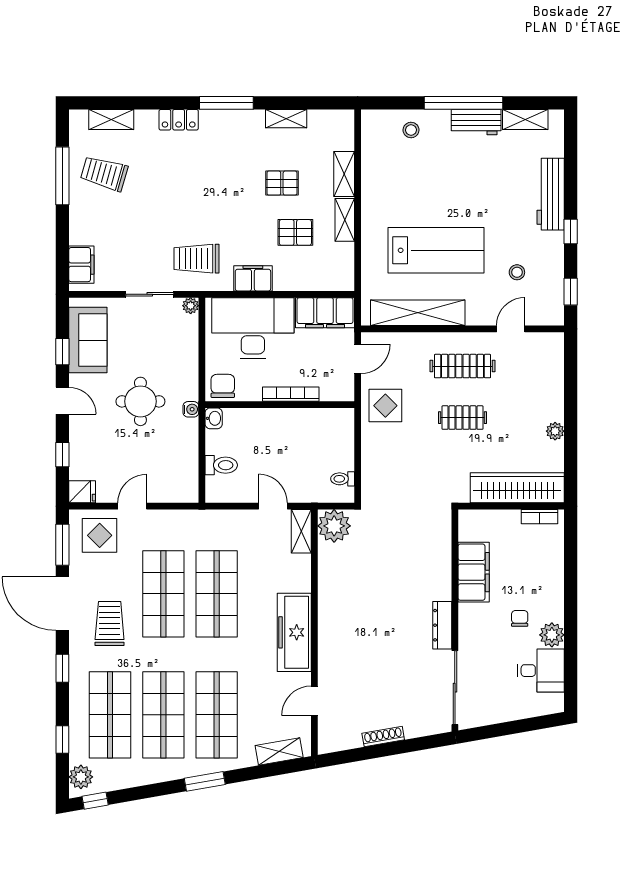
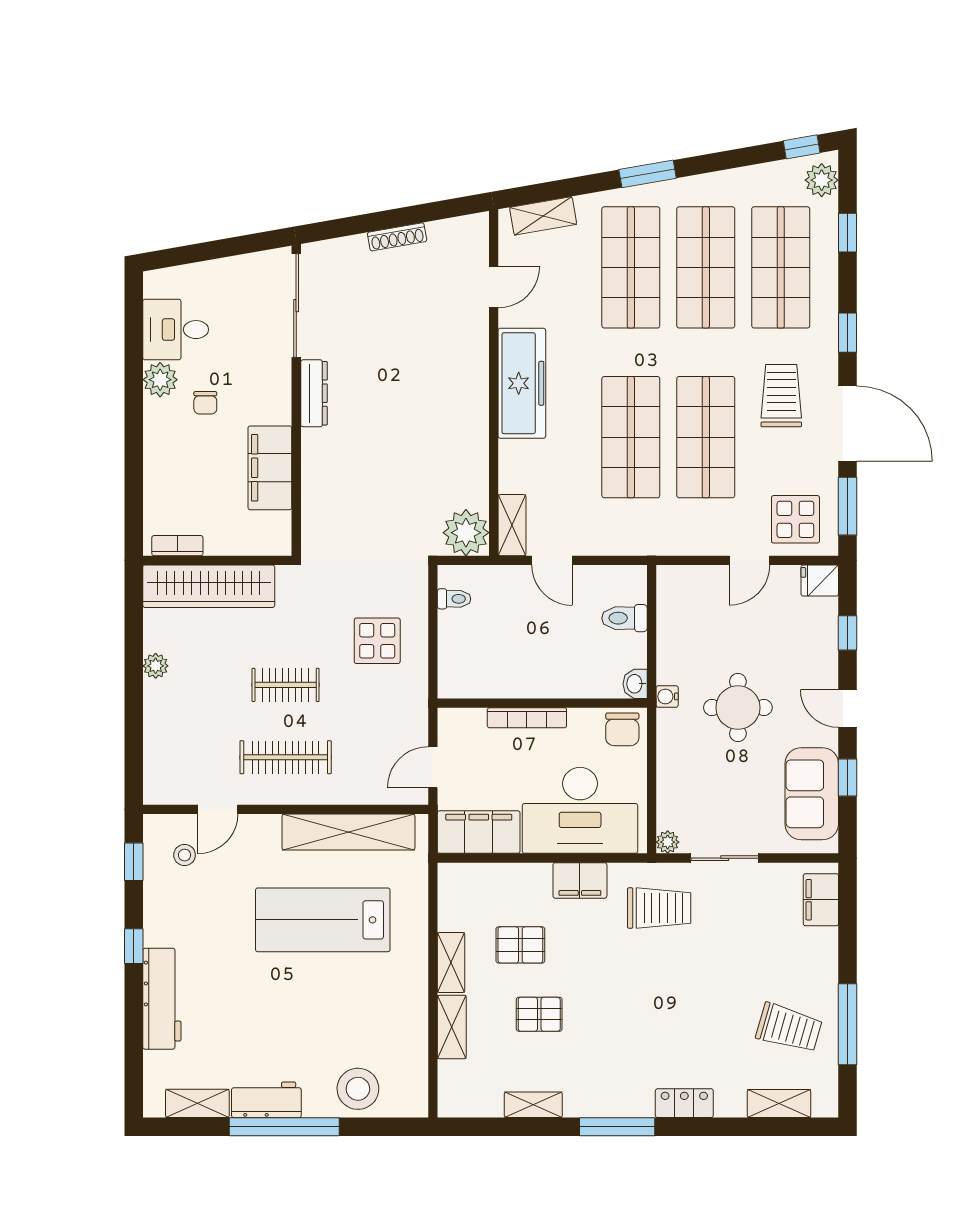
stool: (411, 130) -> (358, 1089), width x1.89, depth x1.89
stool: (517, 272) -> (185, 855), moved
display table: (385, 406) -> (377, 641), moved
trolley: (110, 624) -> (781, 396), turned 180

